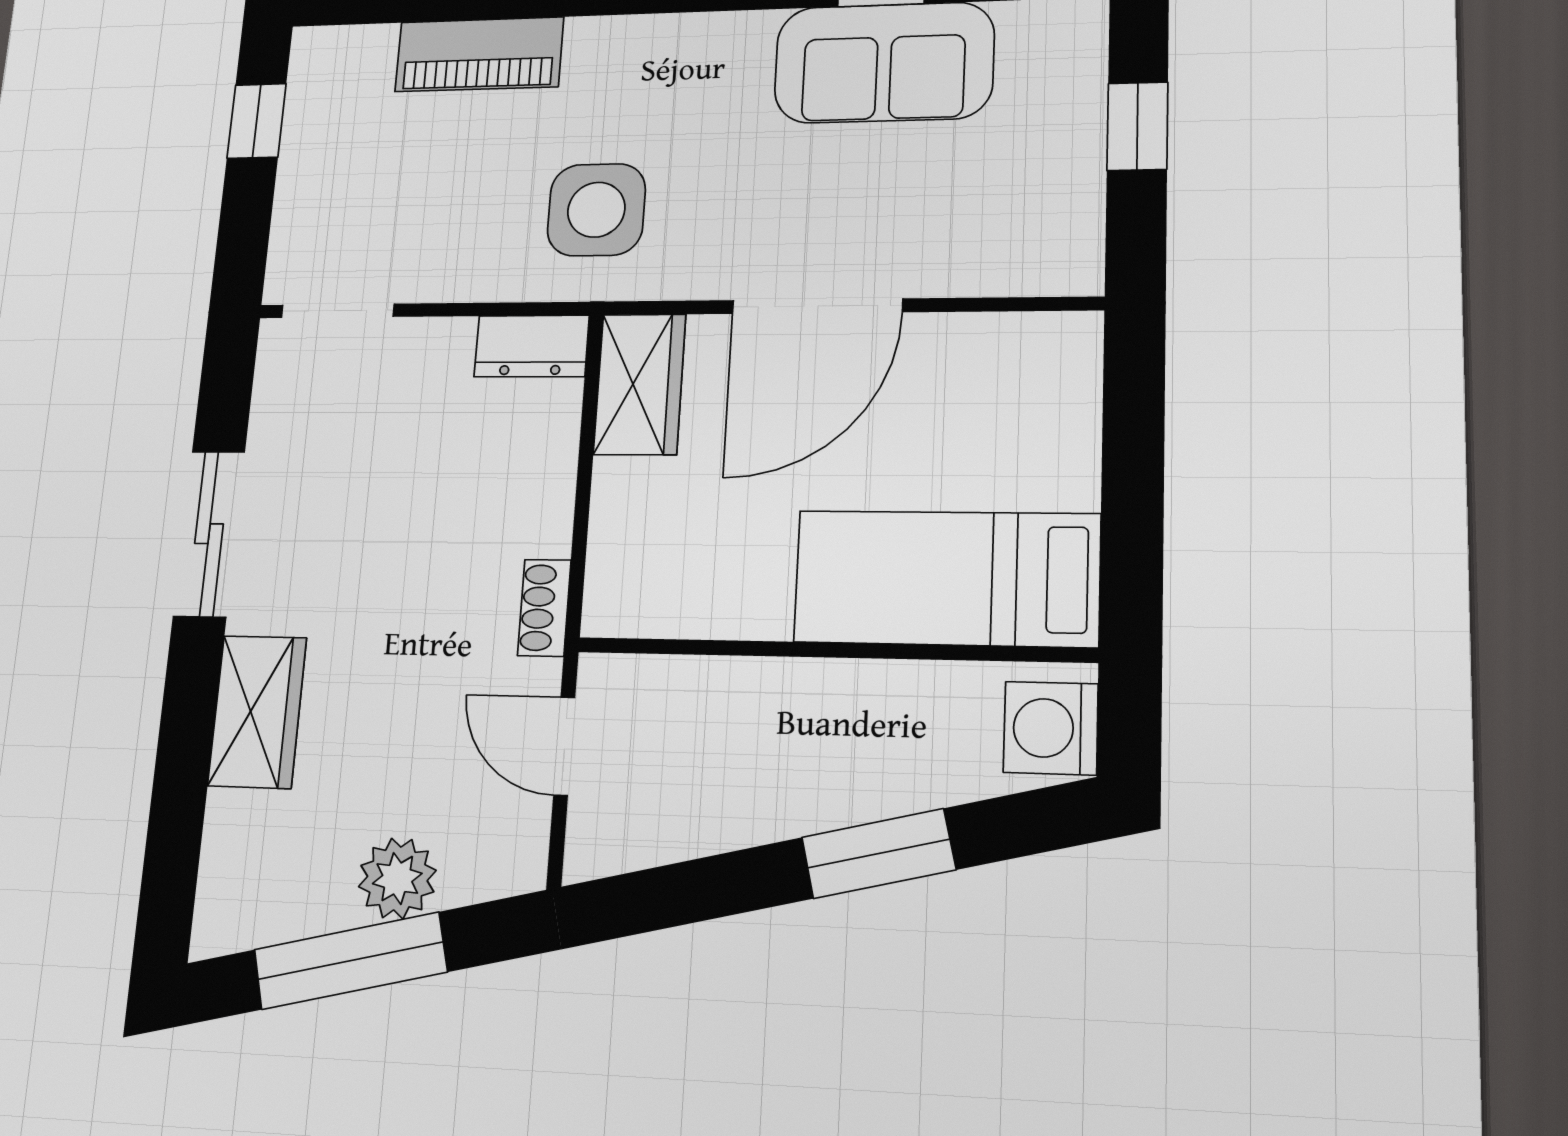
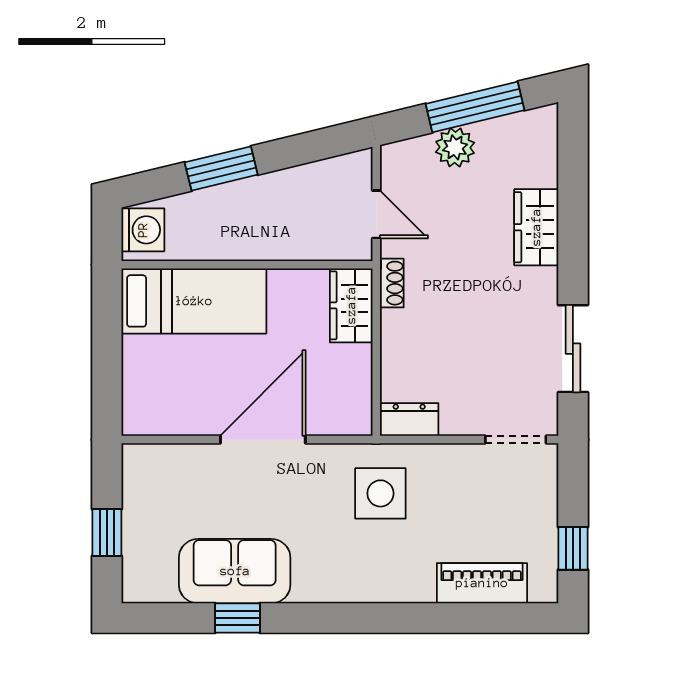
piano: (479, 54) -> (482, 583), moved
wardrobe: (640, 384) -> (351, 305), moved
sliding door: (209, 534) -> (573, 349), moved

